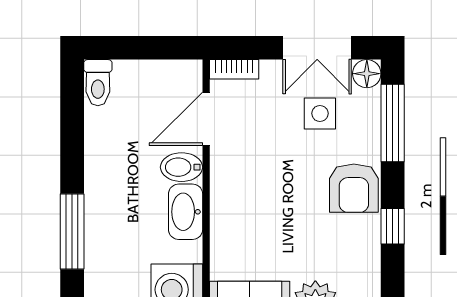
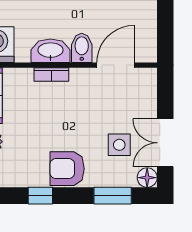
bookcase: (234, 69) -> (51, 74), moved, turned -90
door: (206, 119) -> (116, 65), hinge flipped
window: (393, 123) -> (113, 196), width x0.69

